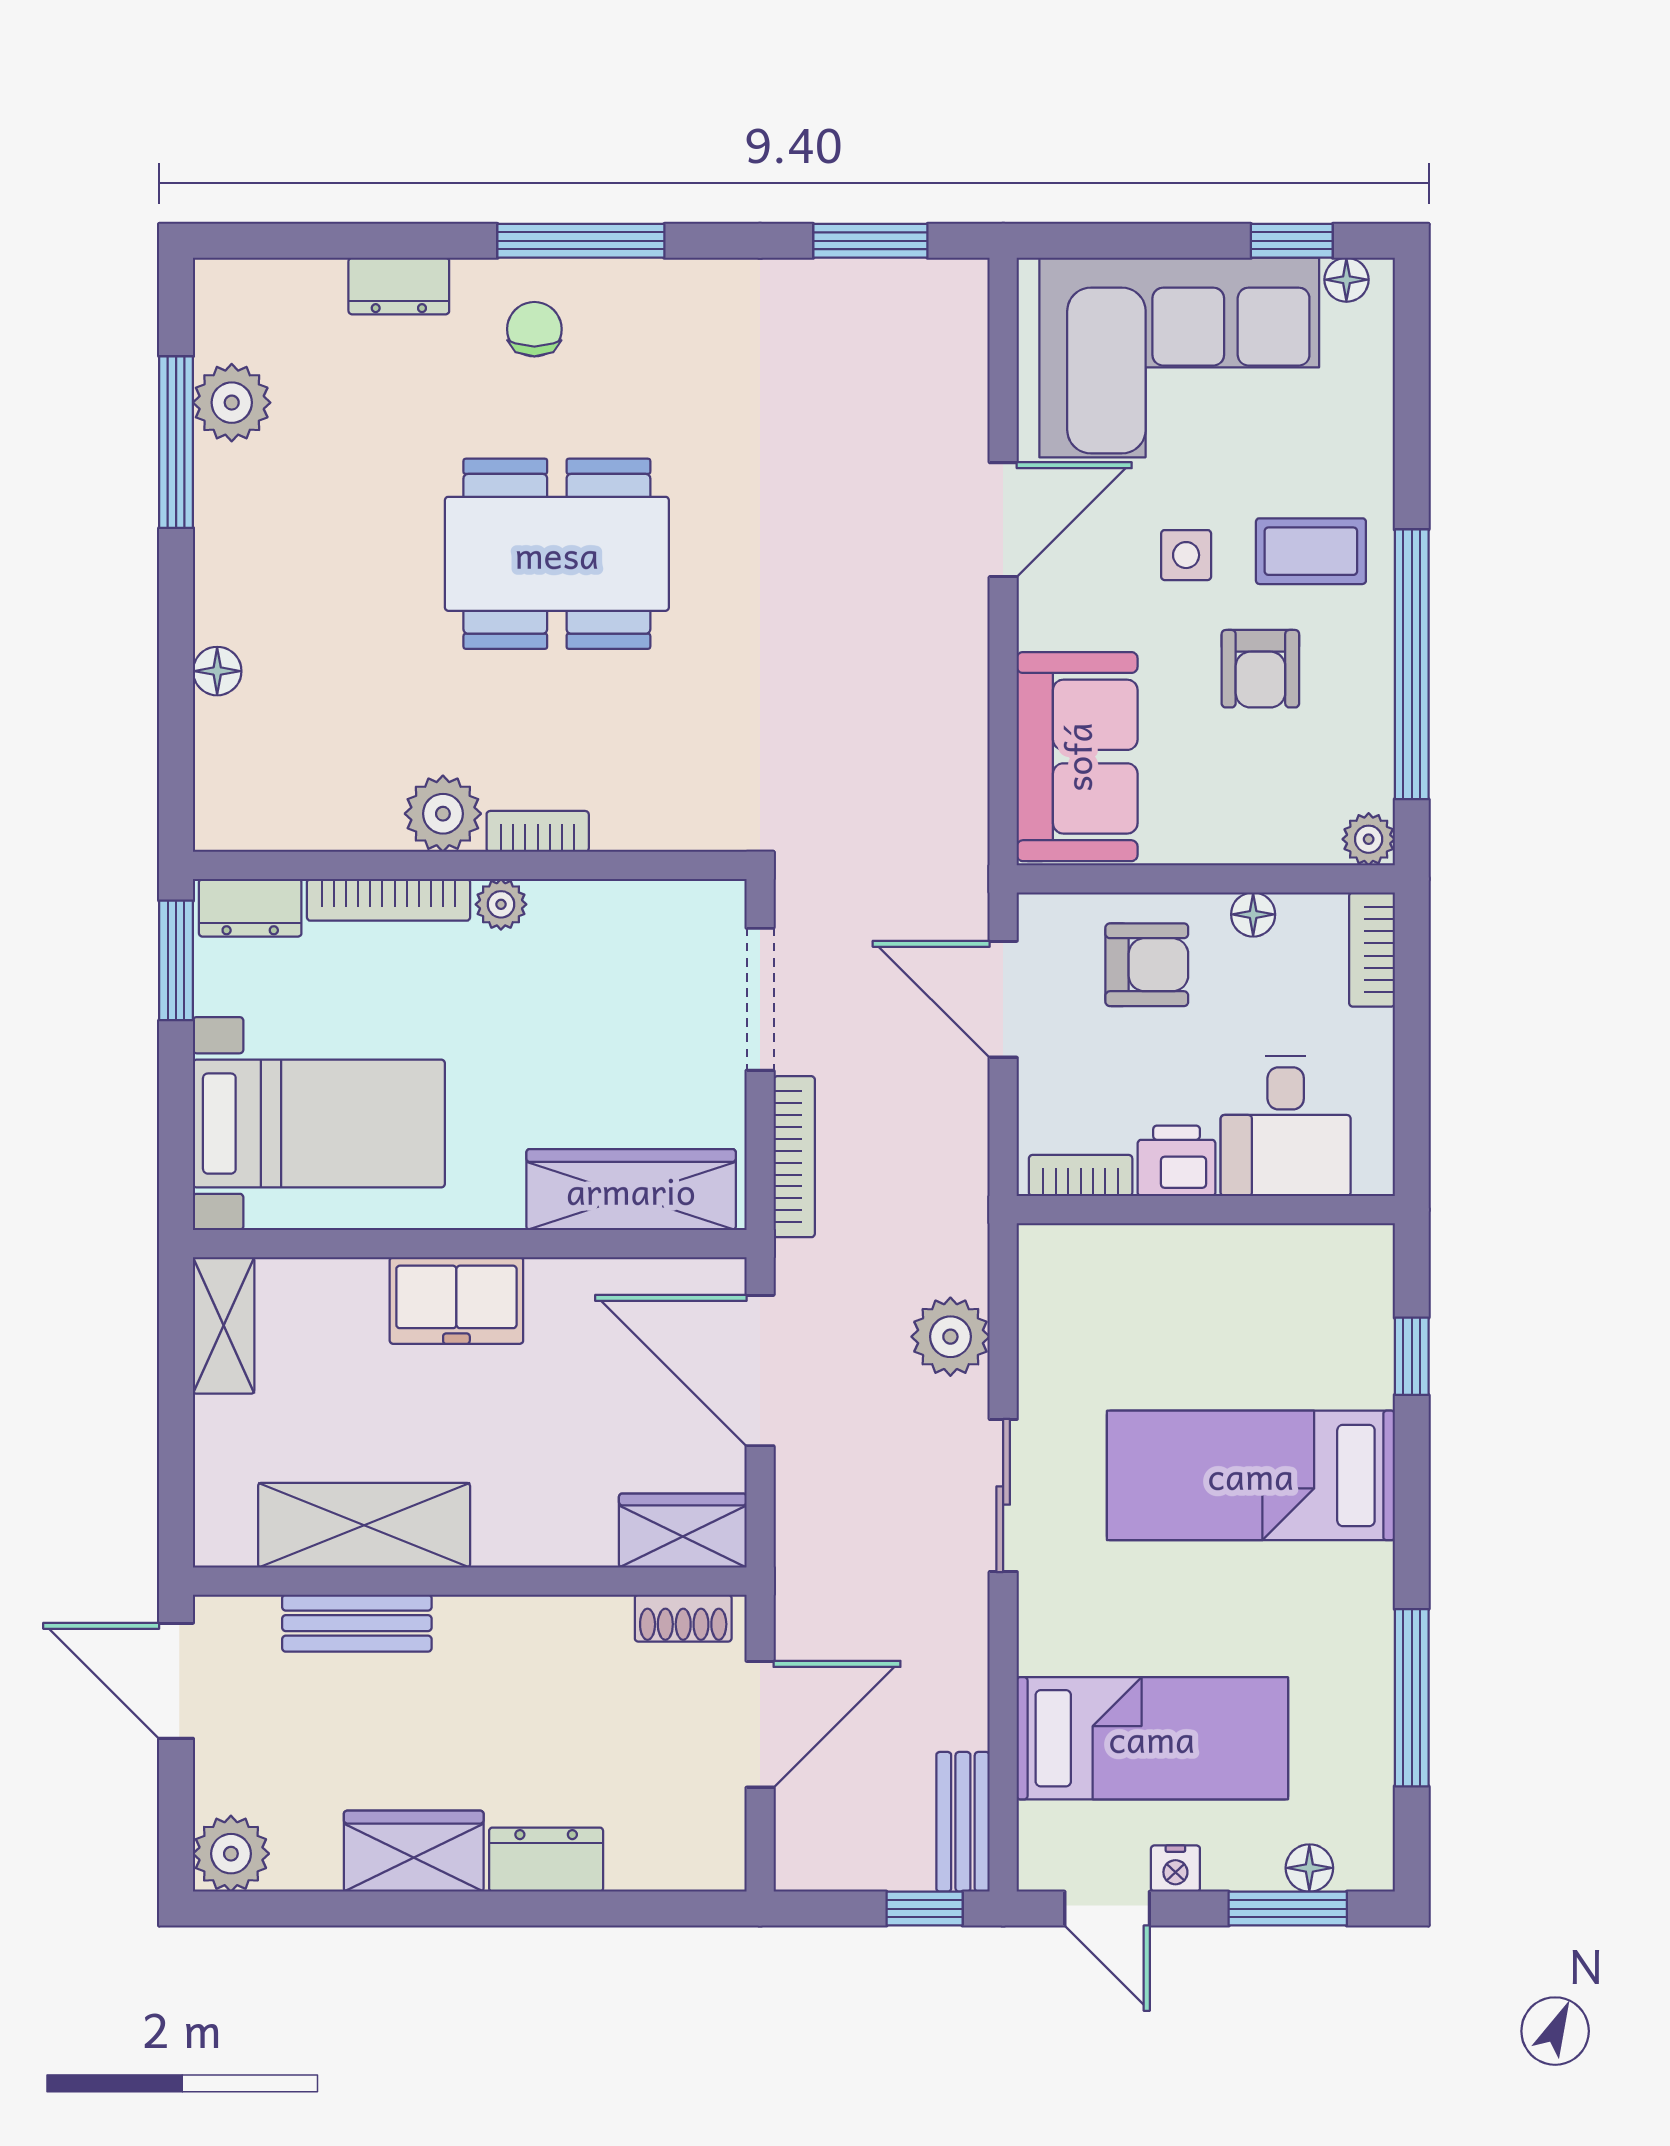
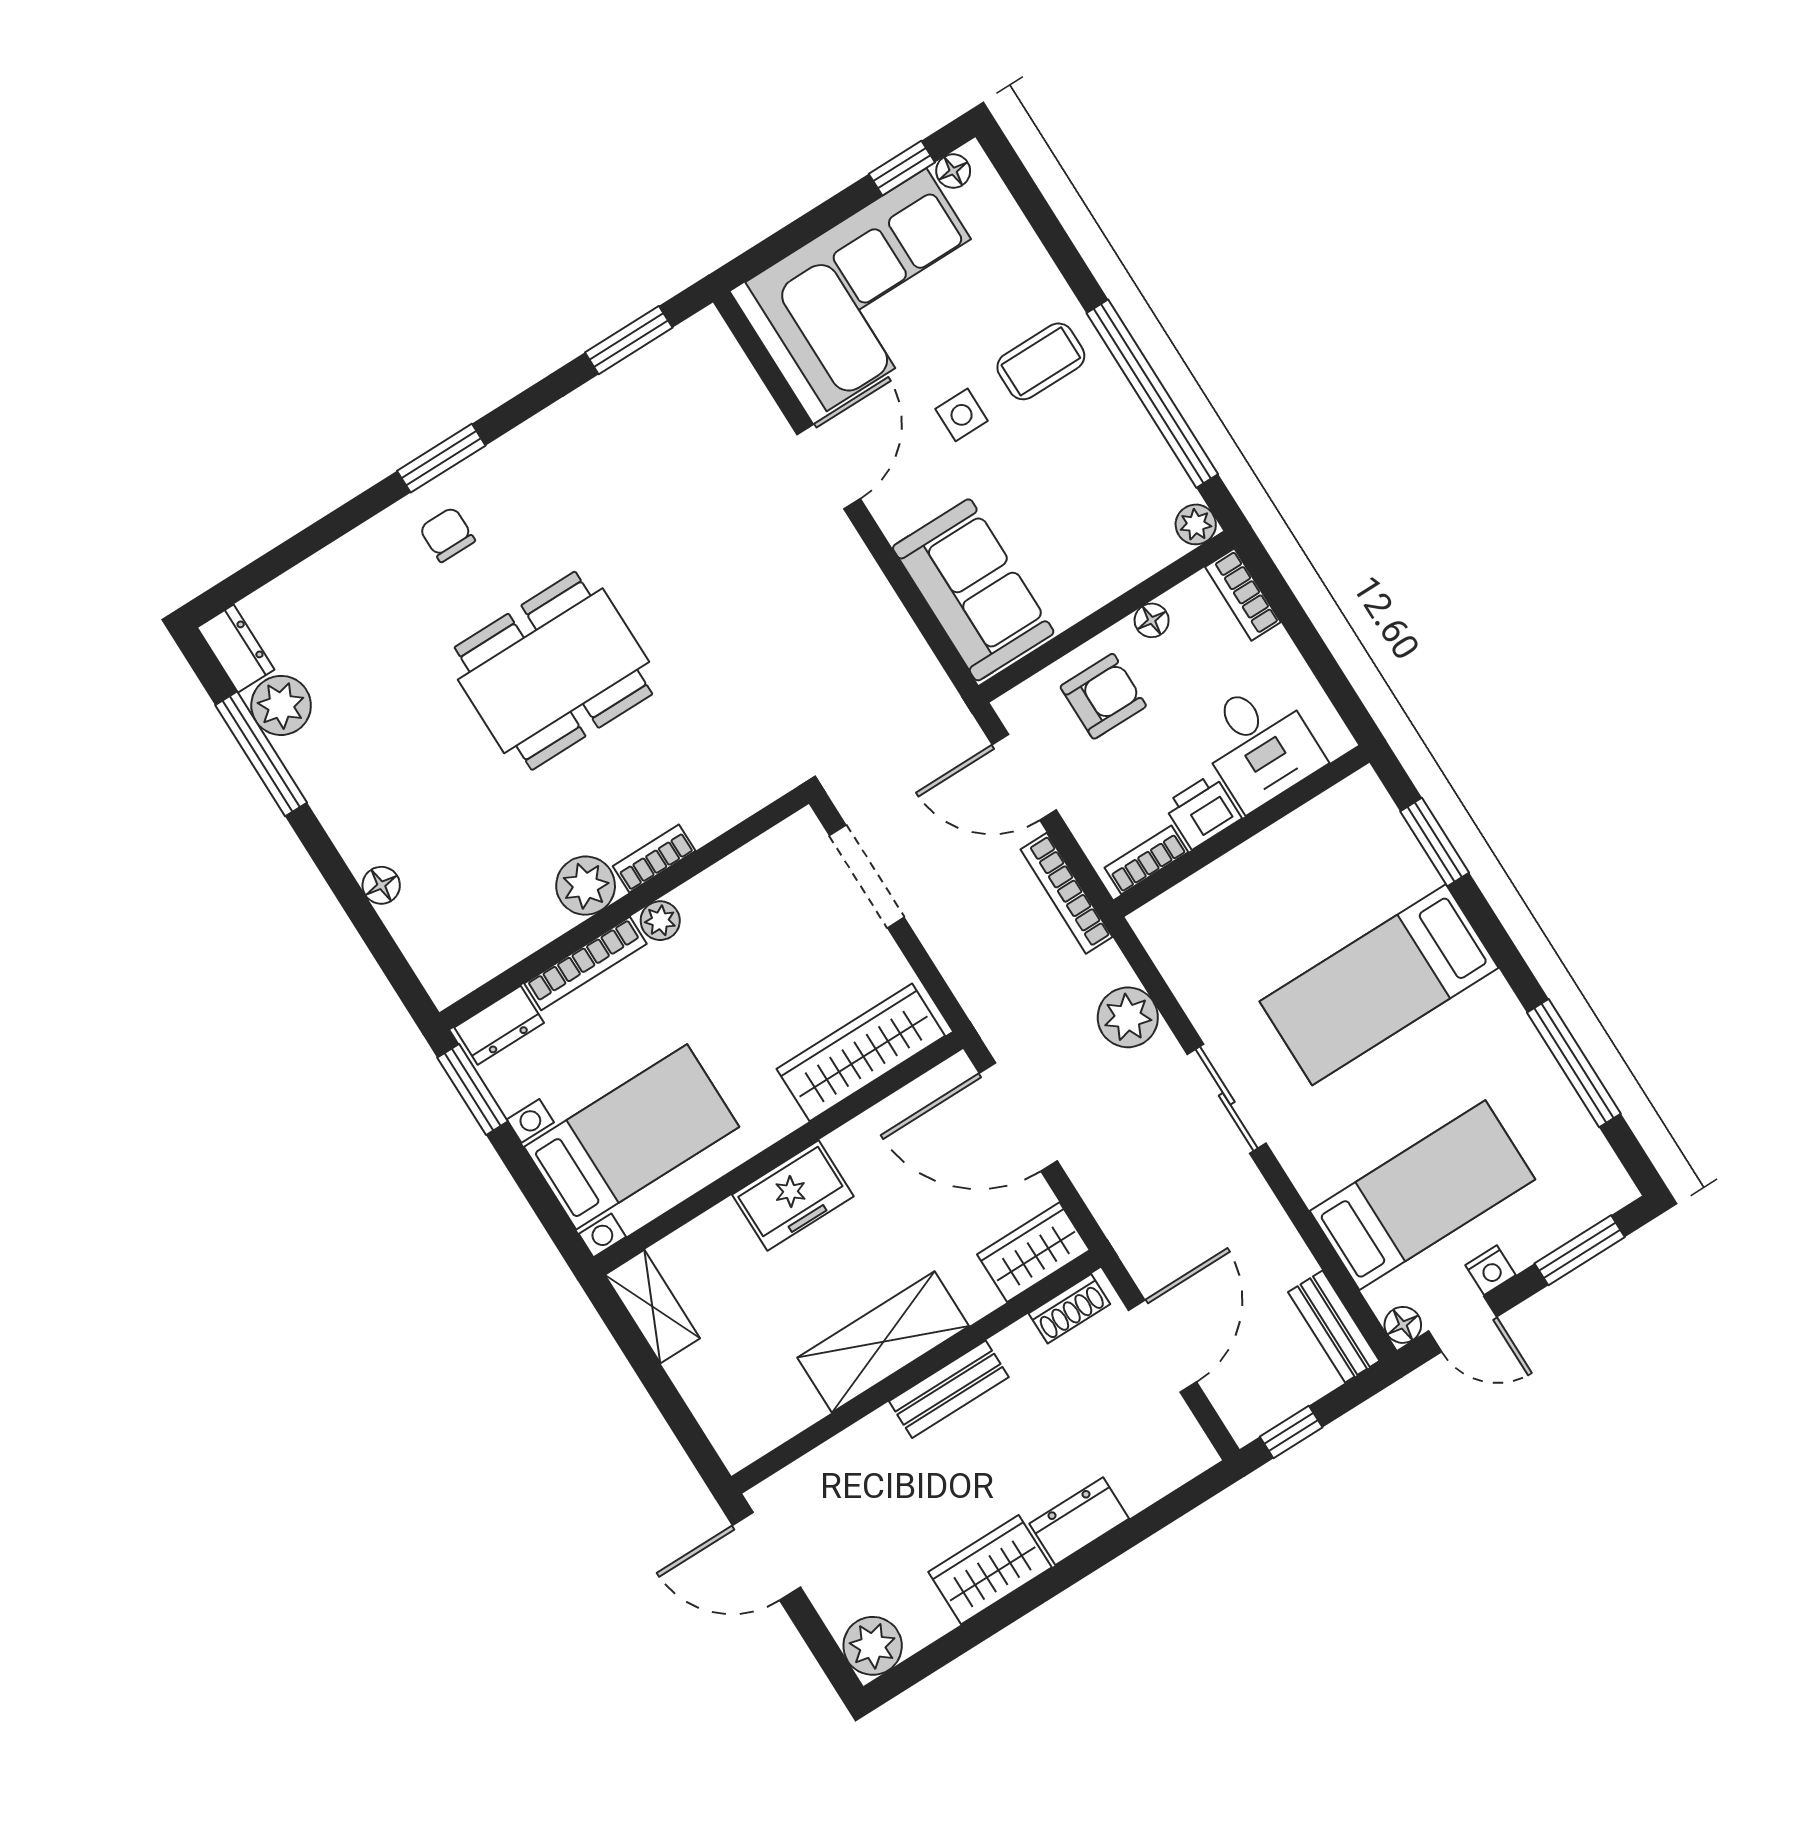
window: (581, 241) -> (441, 458), width x0.69
dresser: (399, 286) -> (236, 648), moved, turned -90
armchair: (1260, 669) -> (1056, 458), removed
bookcase: (794, 1157) -> (1066, 893), moved, turned 180
window: (1412, 1356) -> (1435, 842), width x1.50
shelving: (364, 1525) -> (883, 1342), moved
bench: (357, 1623) -> (949, 1389), moved
floor lamp: (1309, 1868) -> (1403, 1325), moved
window: (925, 1909) -> (1291, 1432), moved

